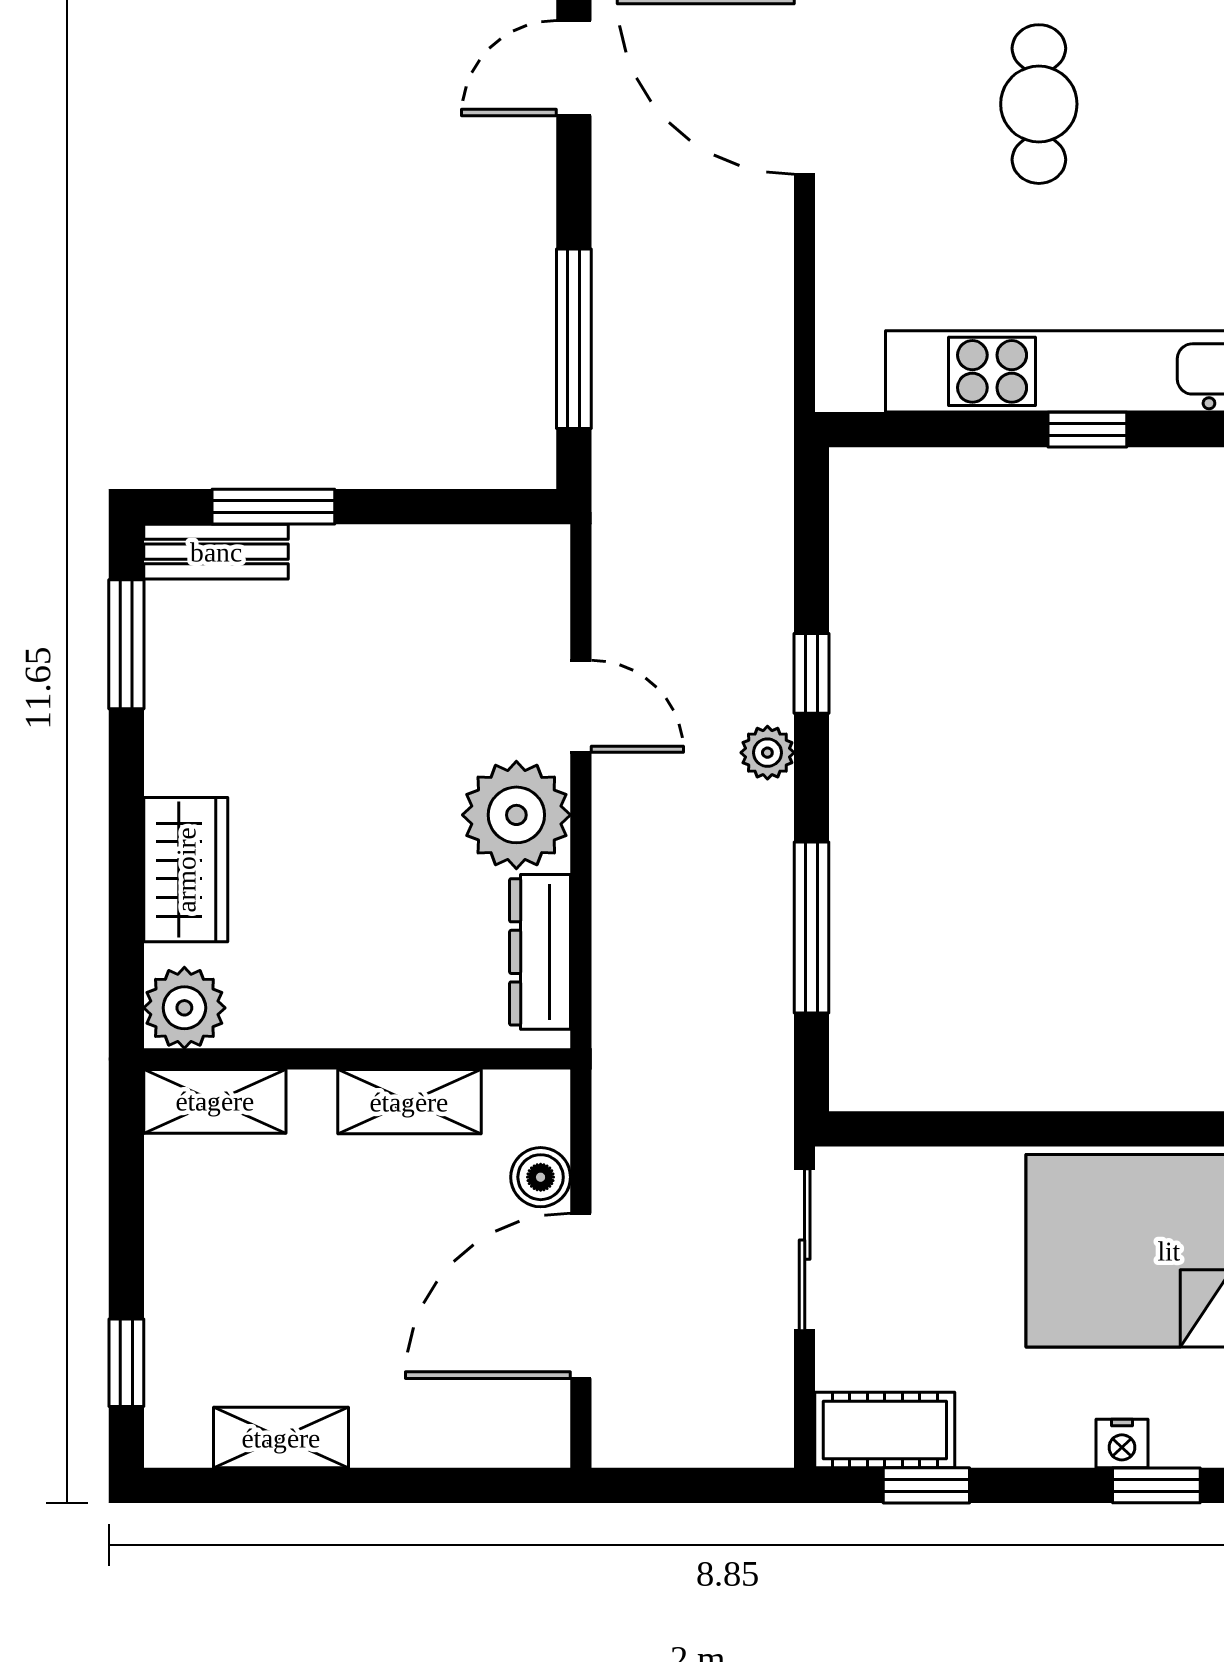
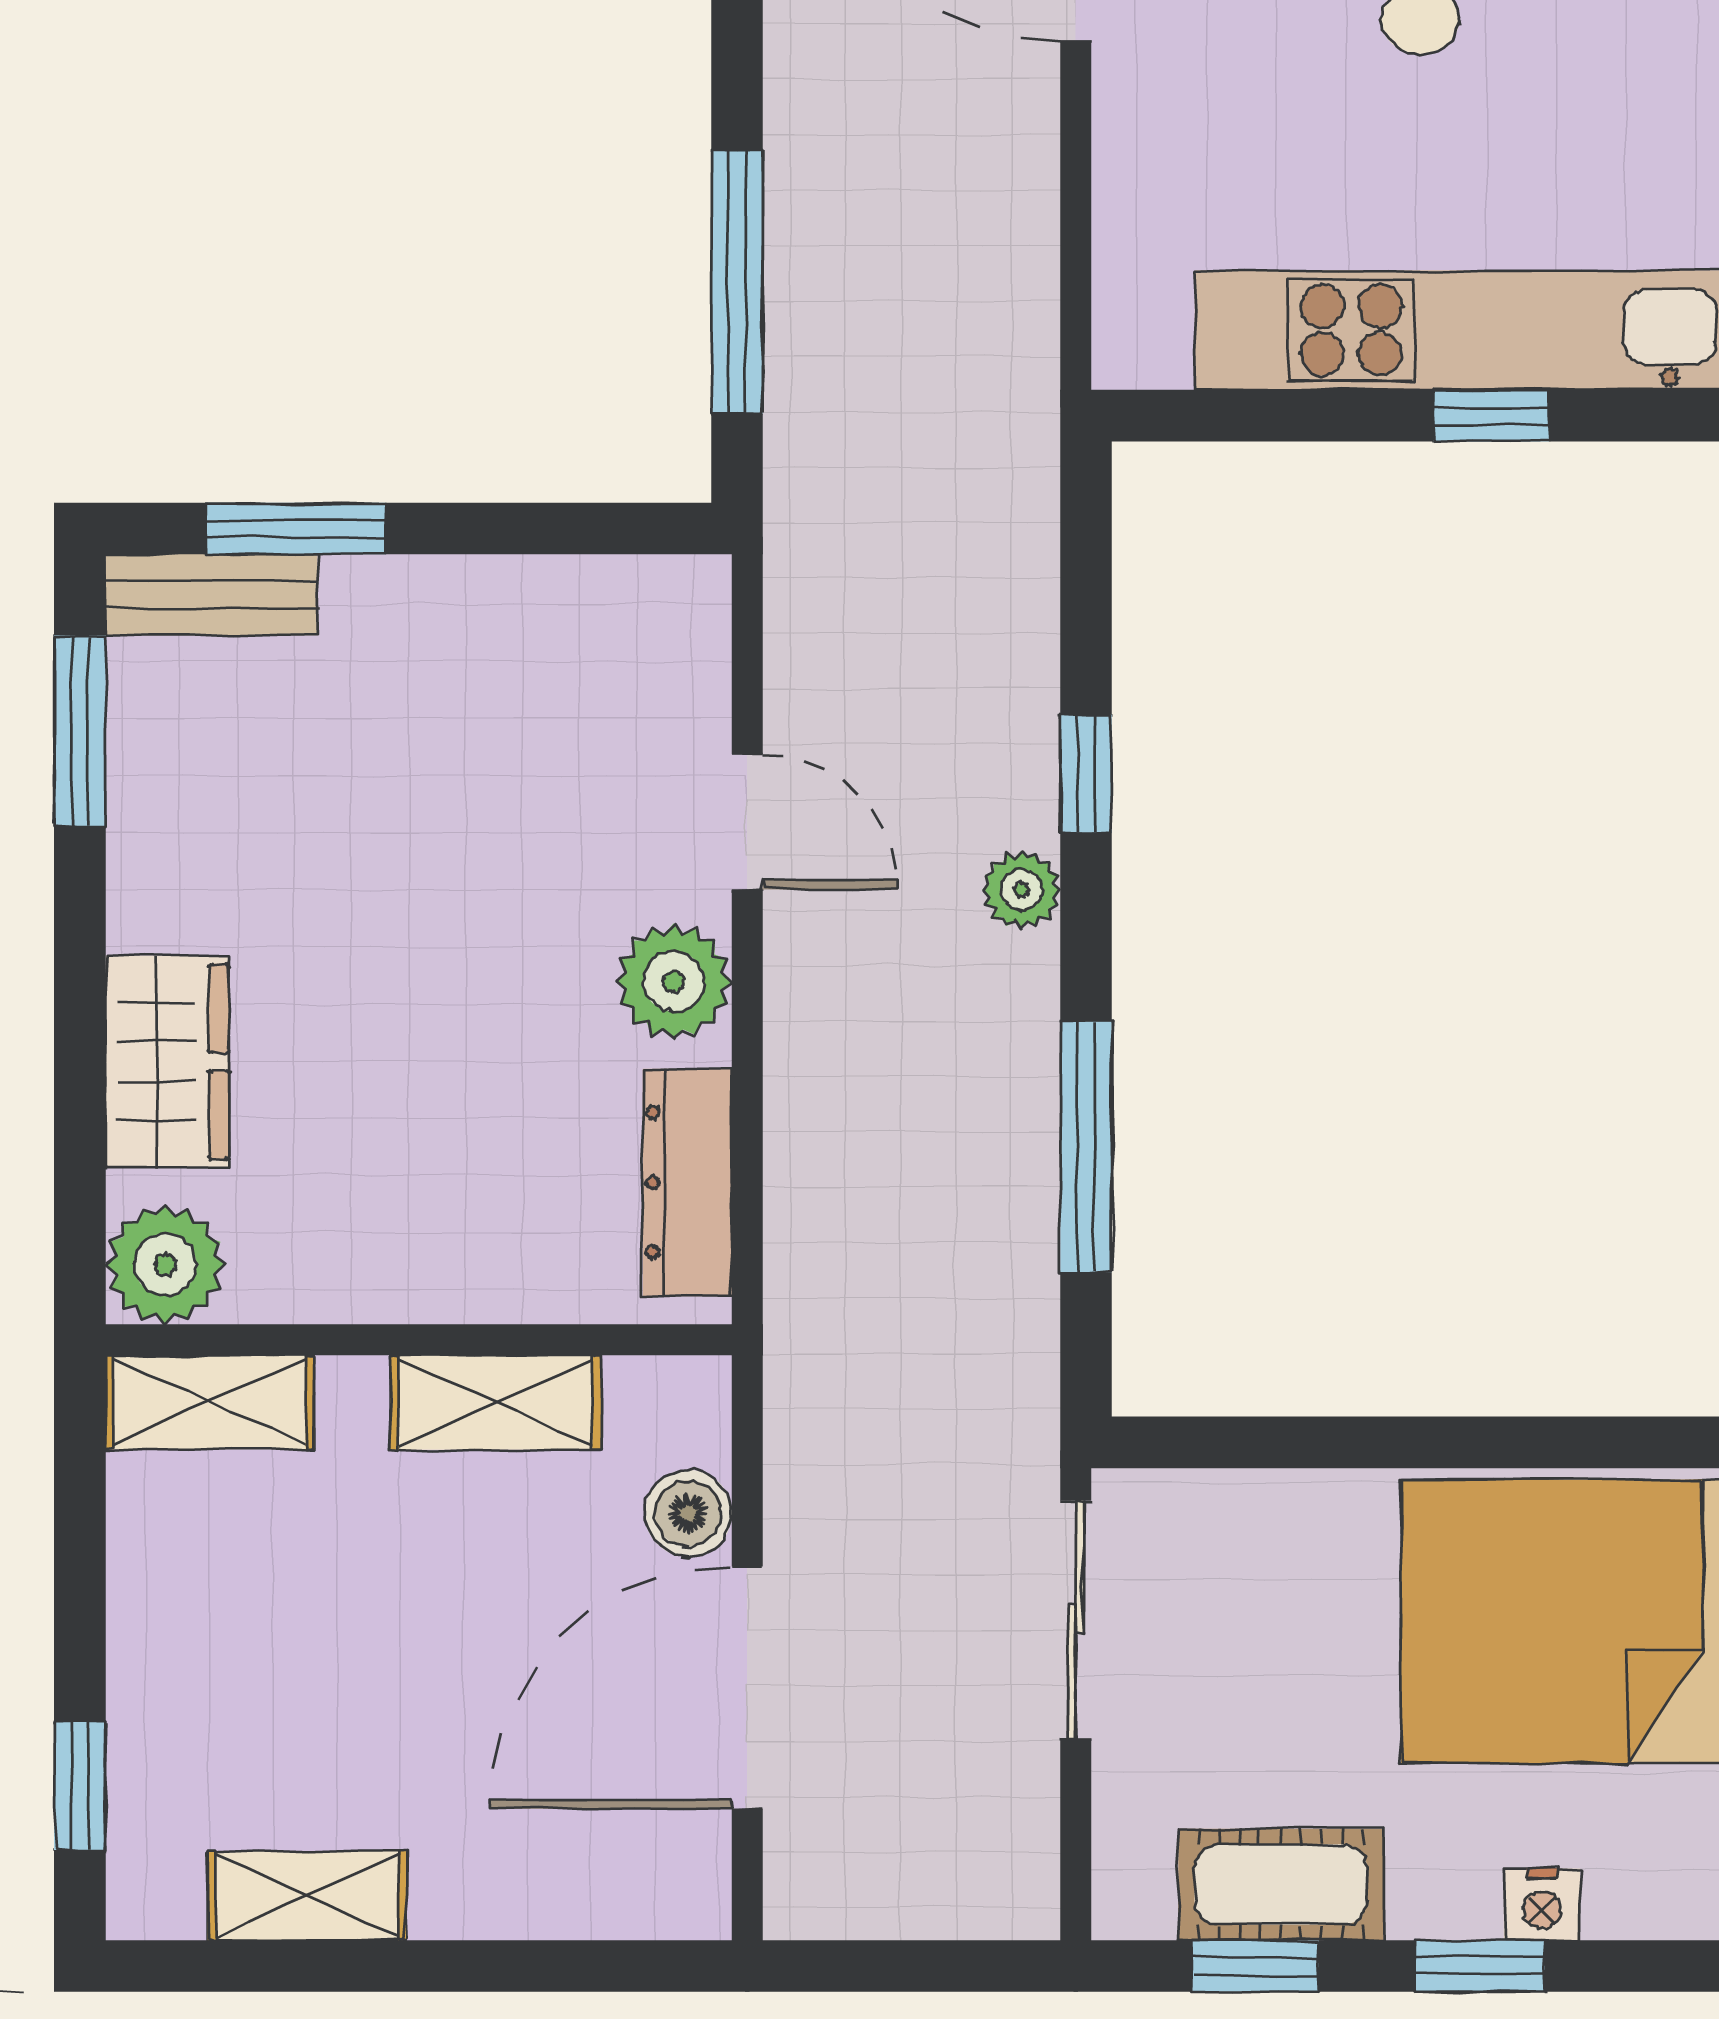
plant: (516, 815) -> (674, 981), width x0.73, depth x0.73
cot: (885, 1430) -> (1281, 1885), moved
window: (1156, 1485) -> (1481, 1966), moved

